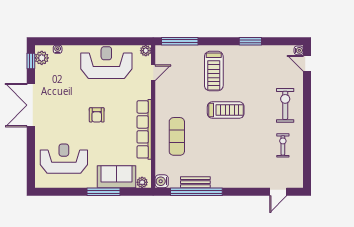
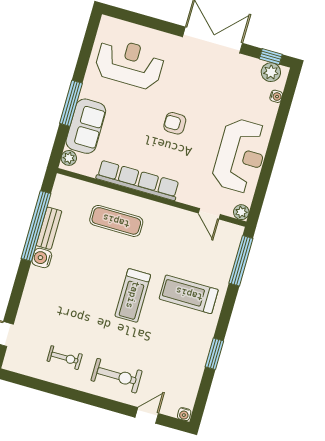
door: (307, 63) -> (147, 415), moved
reception desk: (64, 159) -> (129, 63), turned -90
water cooler: (162, 181) -> (42, 258), moved, turned -90

